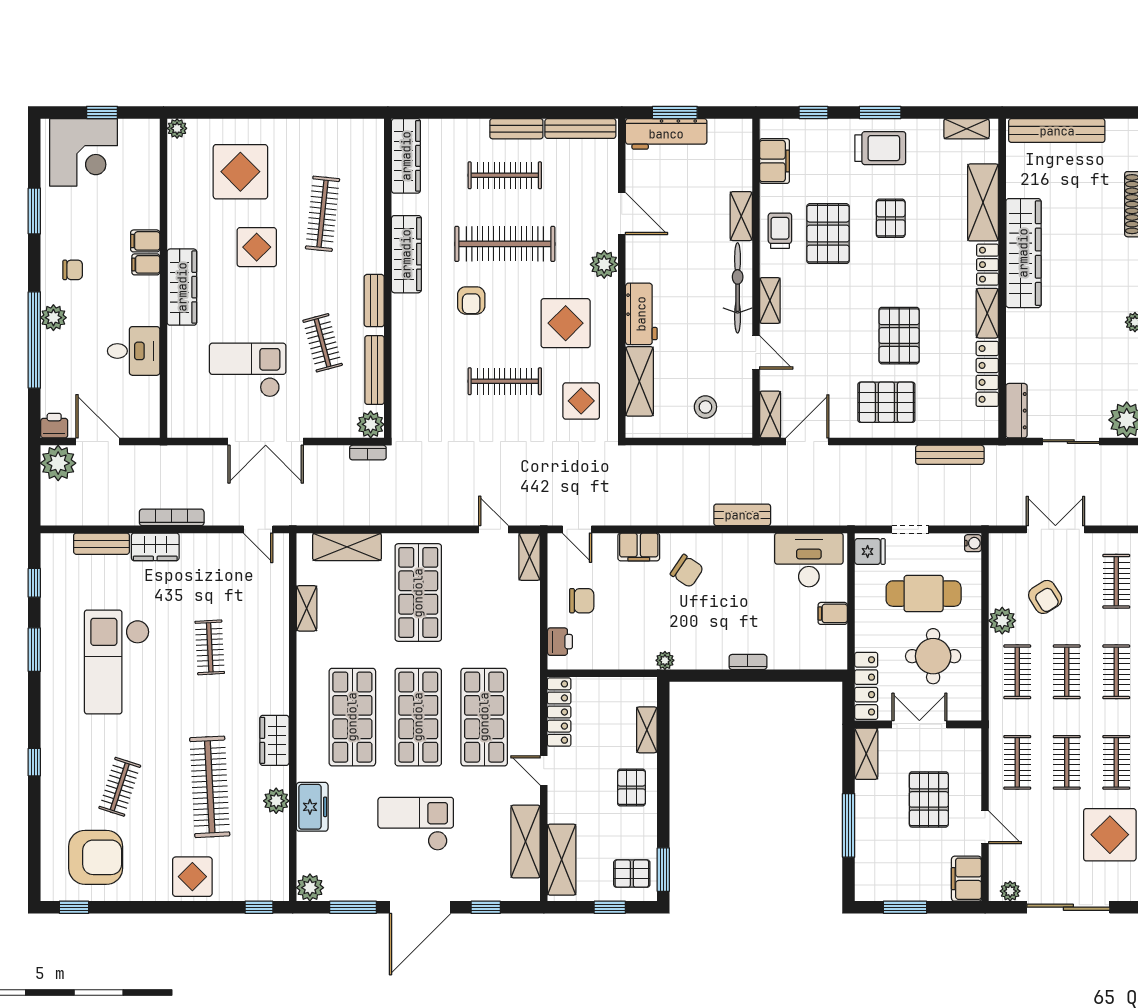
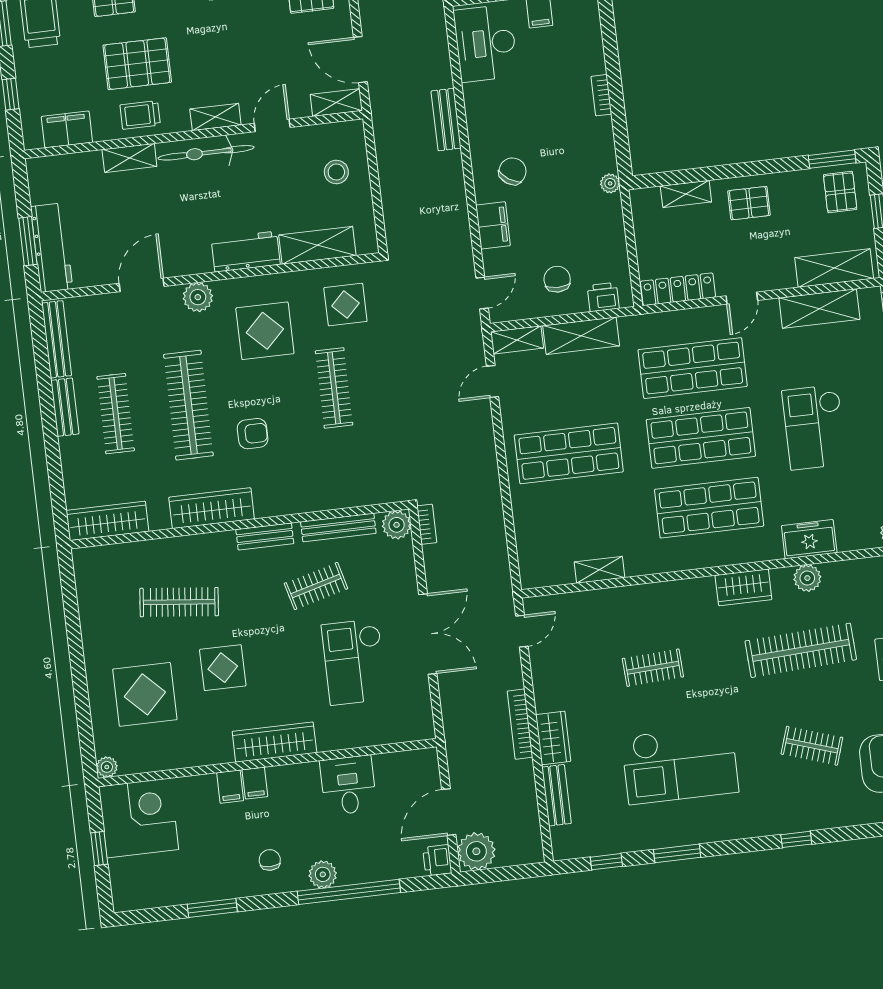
corner desk: (84, 152) -> (139, 818), moved
shelving: (347, 547) -> (581, 336), moved, turned 90

